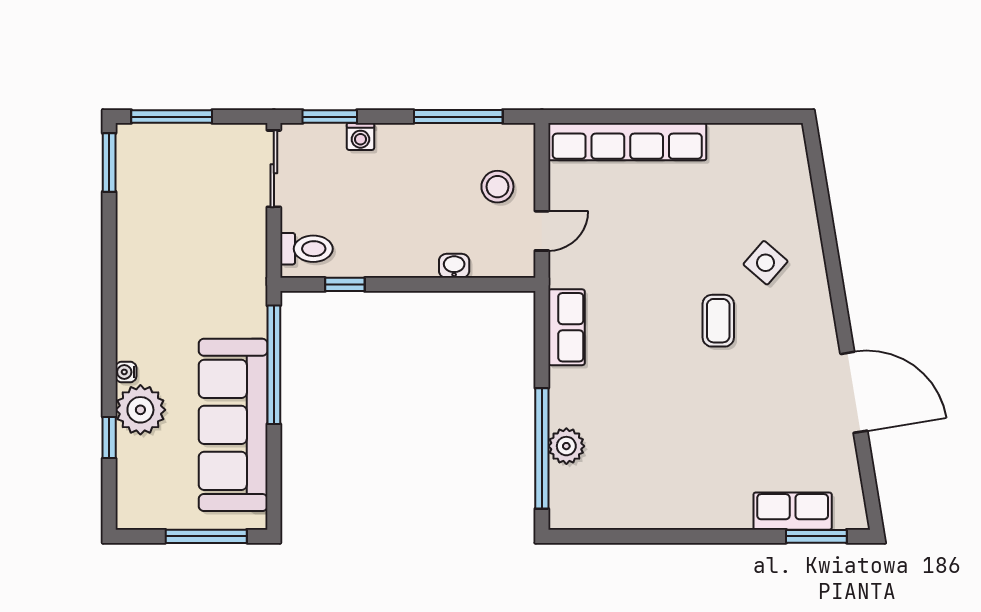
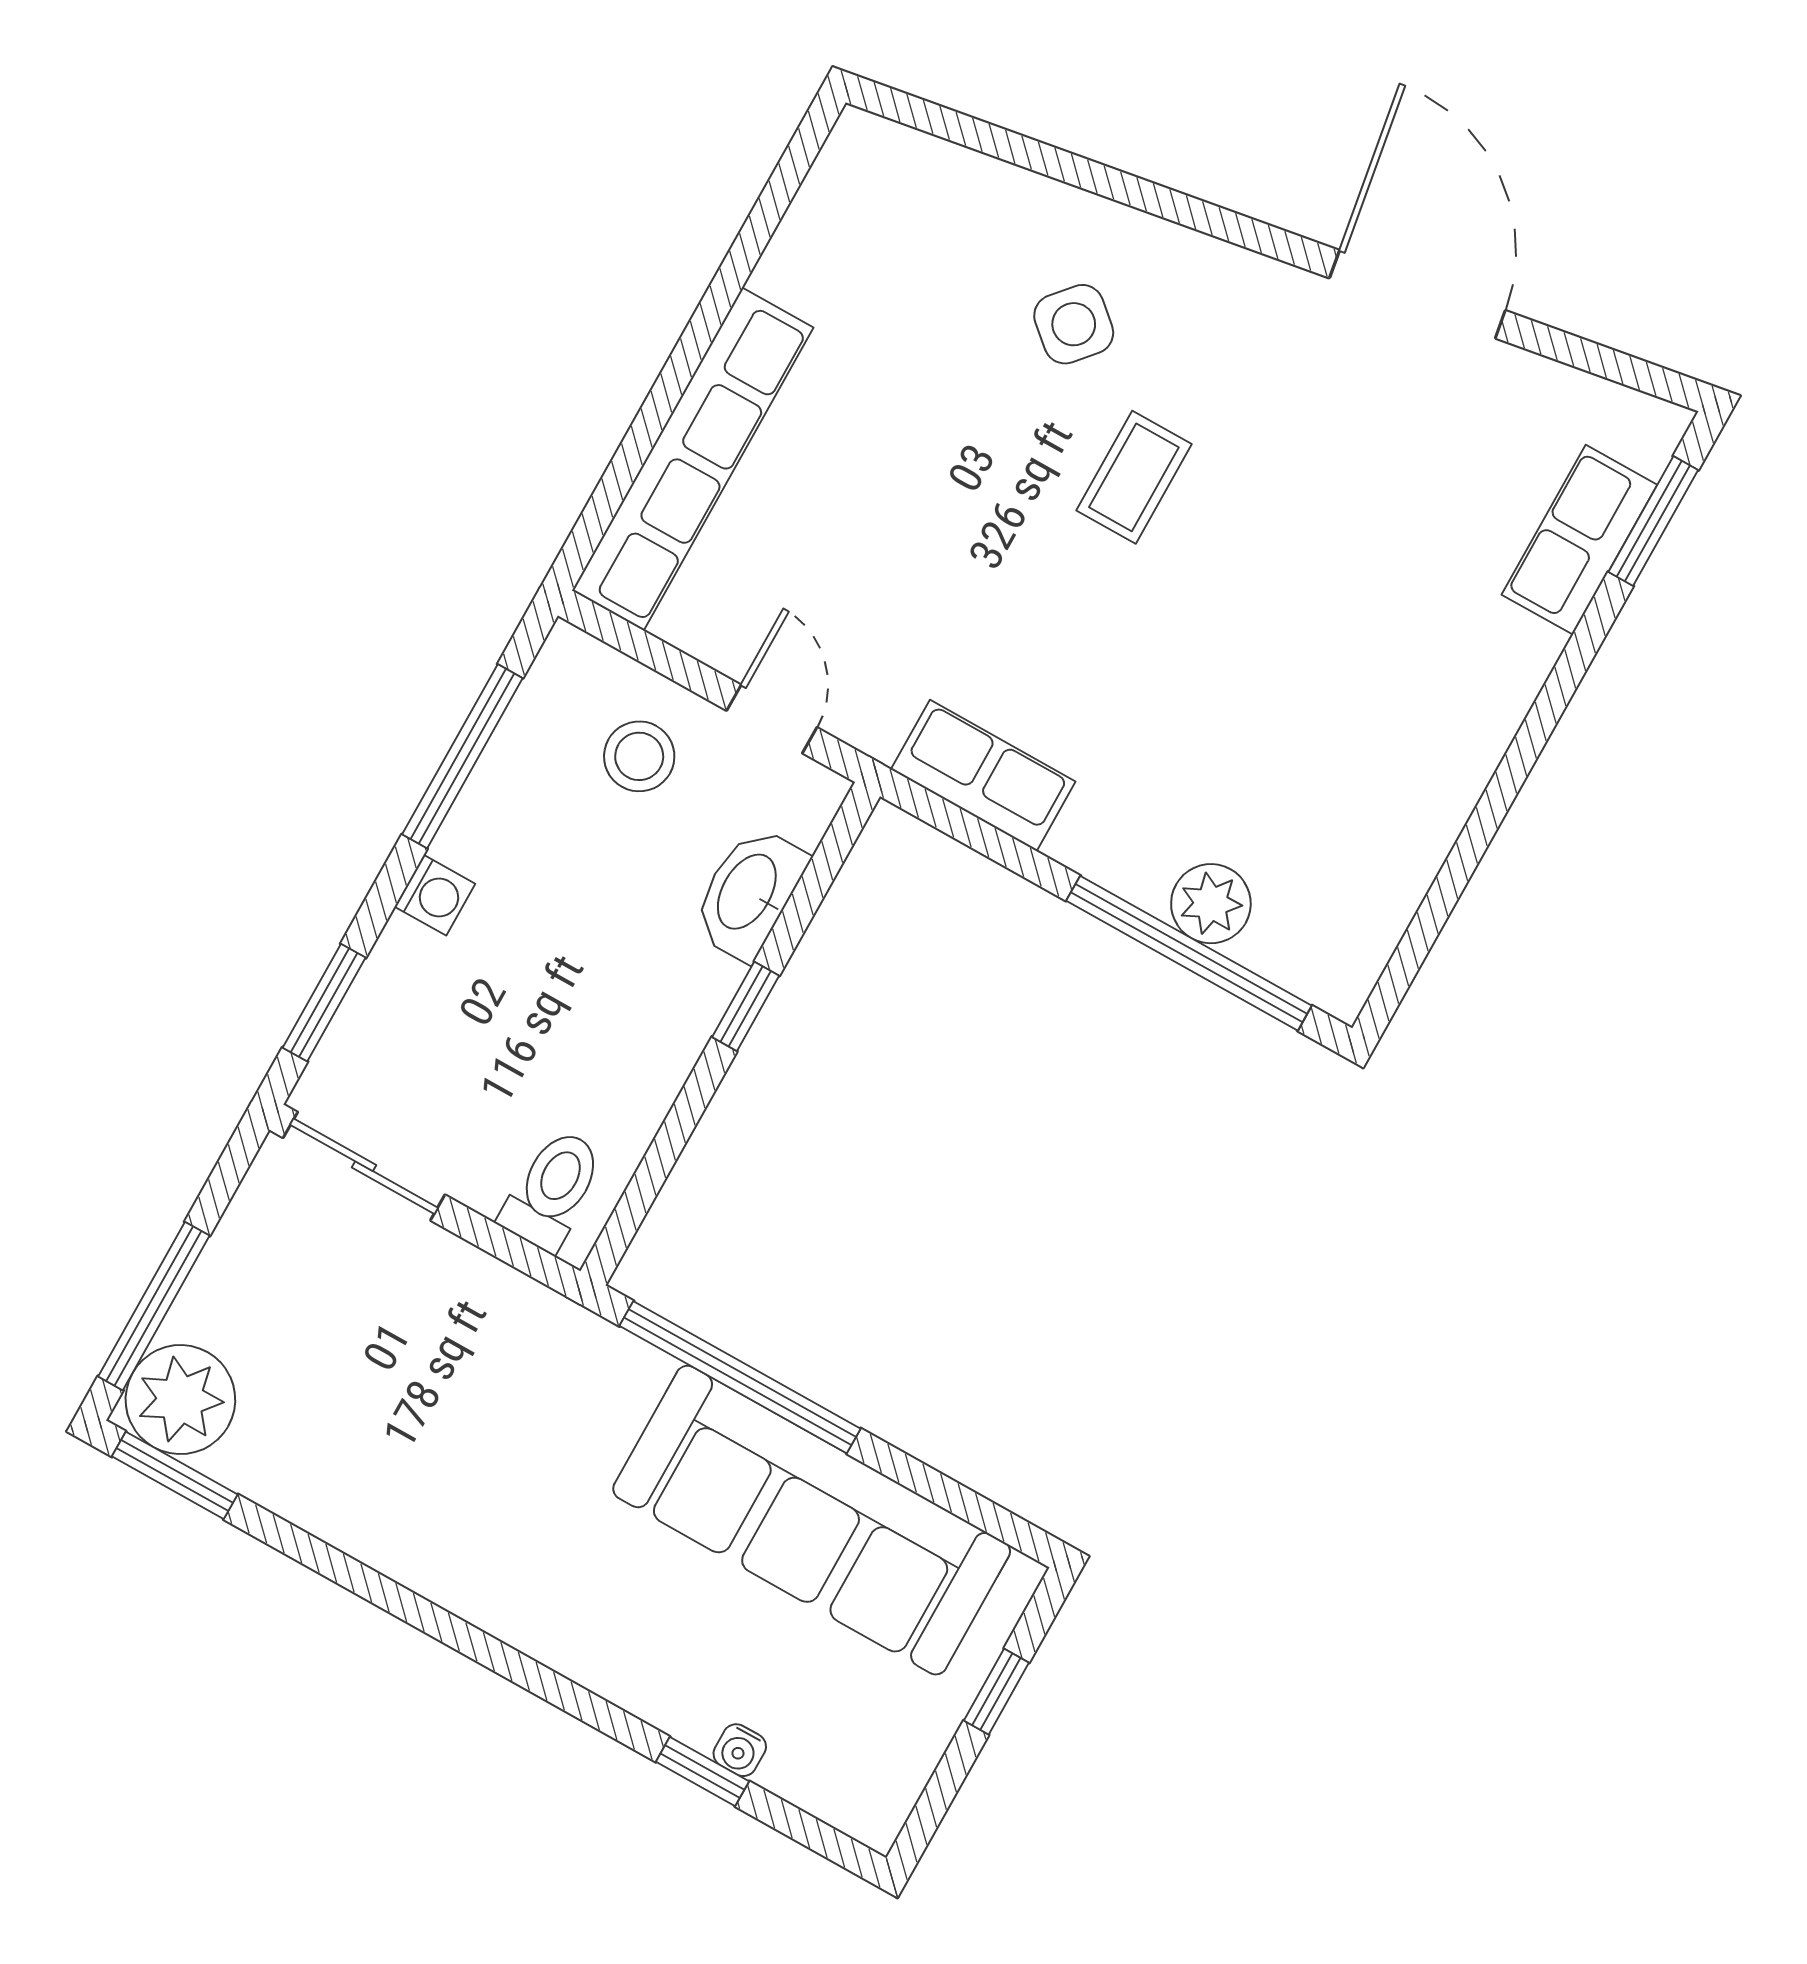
washing machine: (360, 137) -> (435, 895), moved
washbasin: (454, 266) -> (749, 893), width x1.91, depth x1.45
window: (345, 284) -> (746, 1006), moved
coffee table: (718, 321) -> (1134, 477), turned 90
water cooler: (126, 372) -> (740, 1750), moved
door: (854, 392) -> (1417, 294), hinge flipped
plant: (140, 410) -> (180, 1400), moved
window: (206, 536) -> (996, 1692), width x0.46

